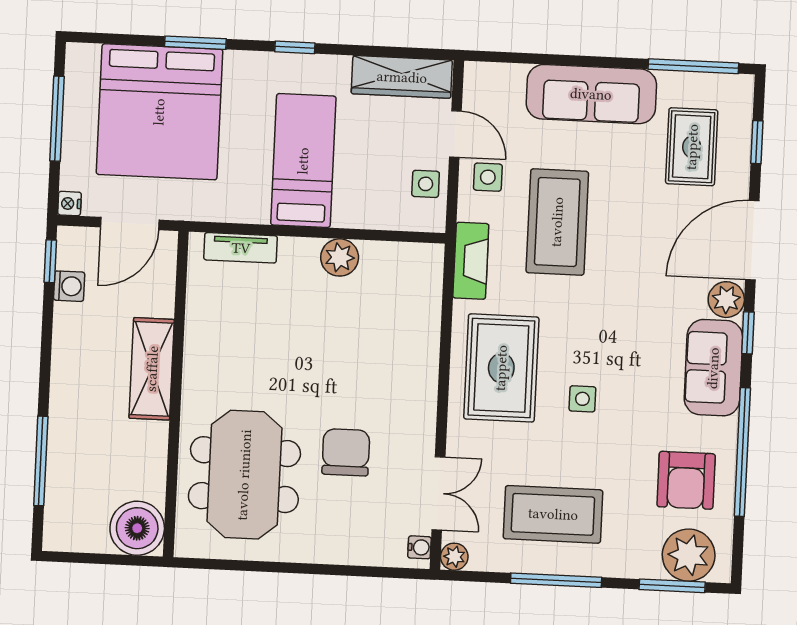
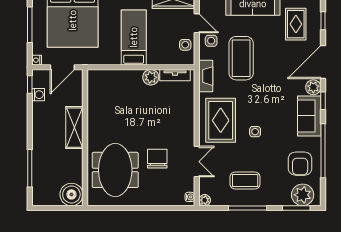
tv unit: (241, 248) -> (175, 75), moved
double door: (438, 493) -> (197, 162), moved
coffee table: (553, 514) -> (245, 181), width x0.73, depth x0.76

